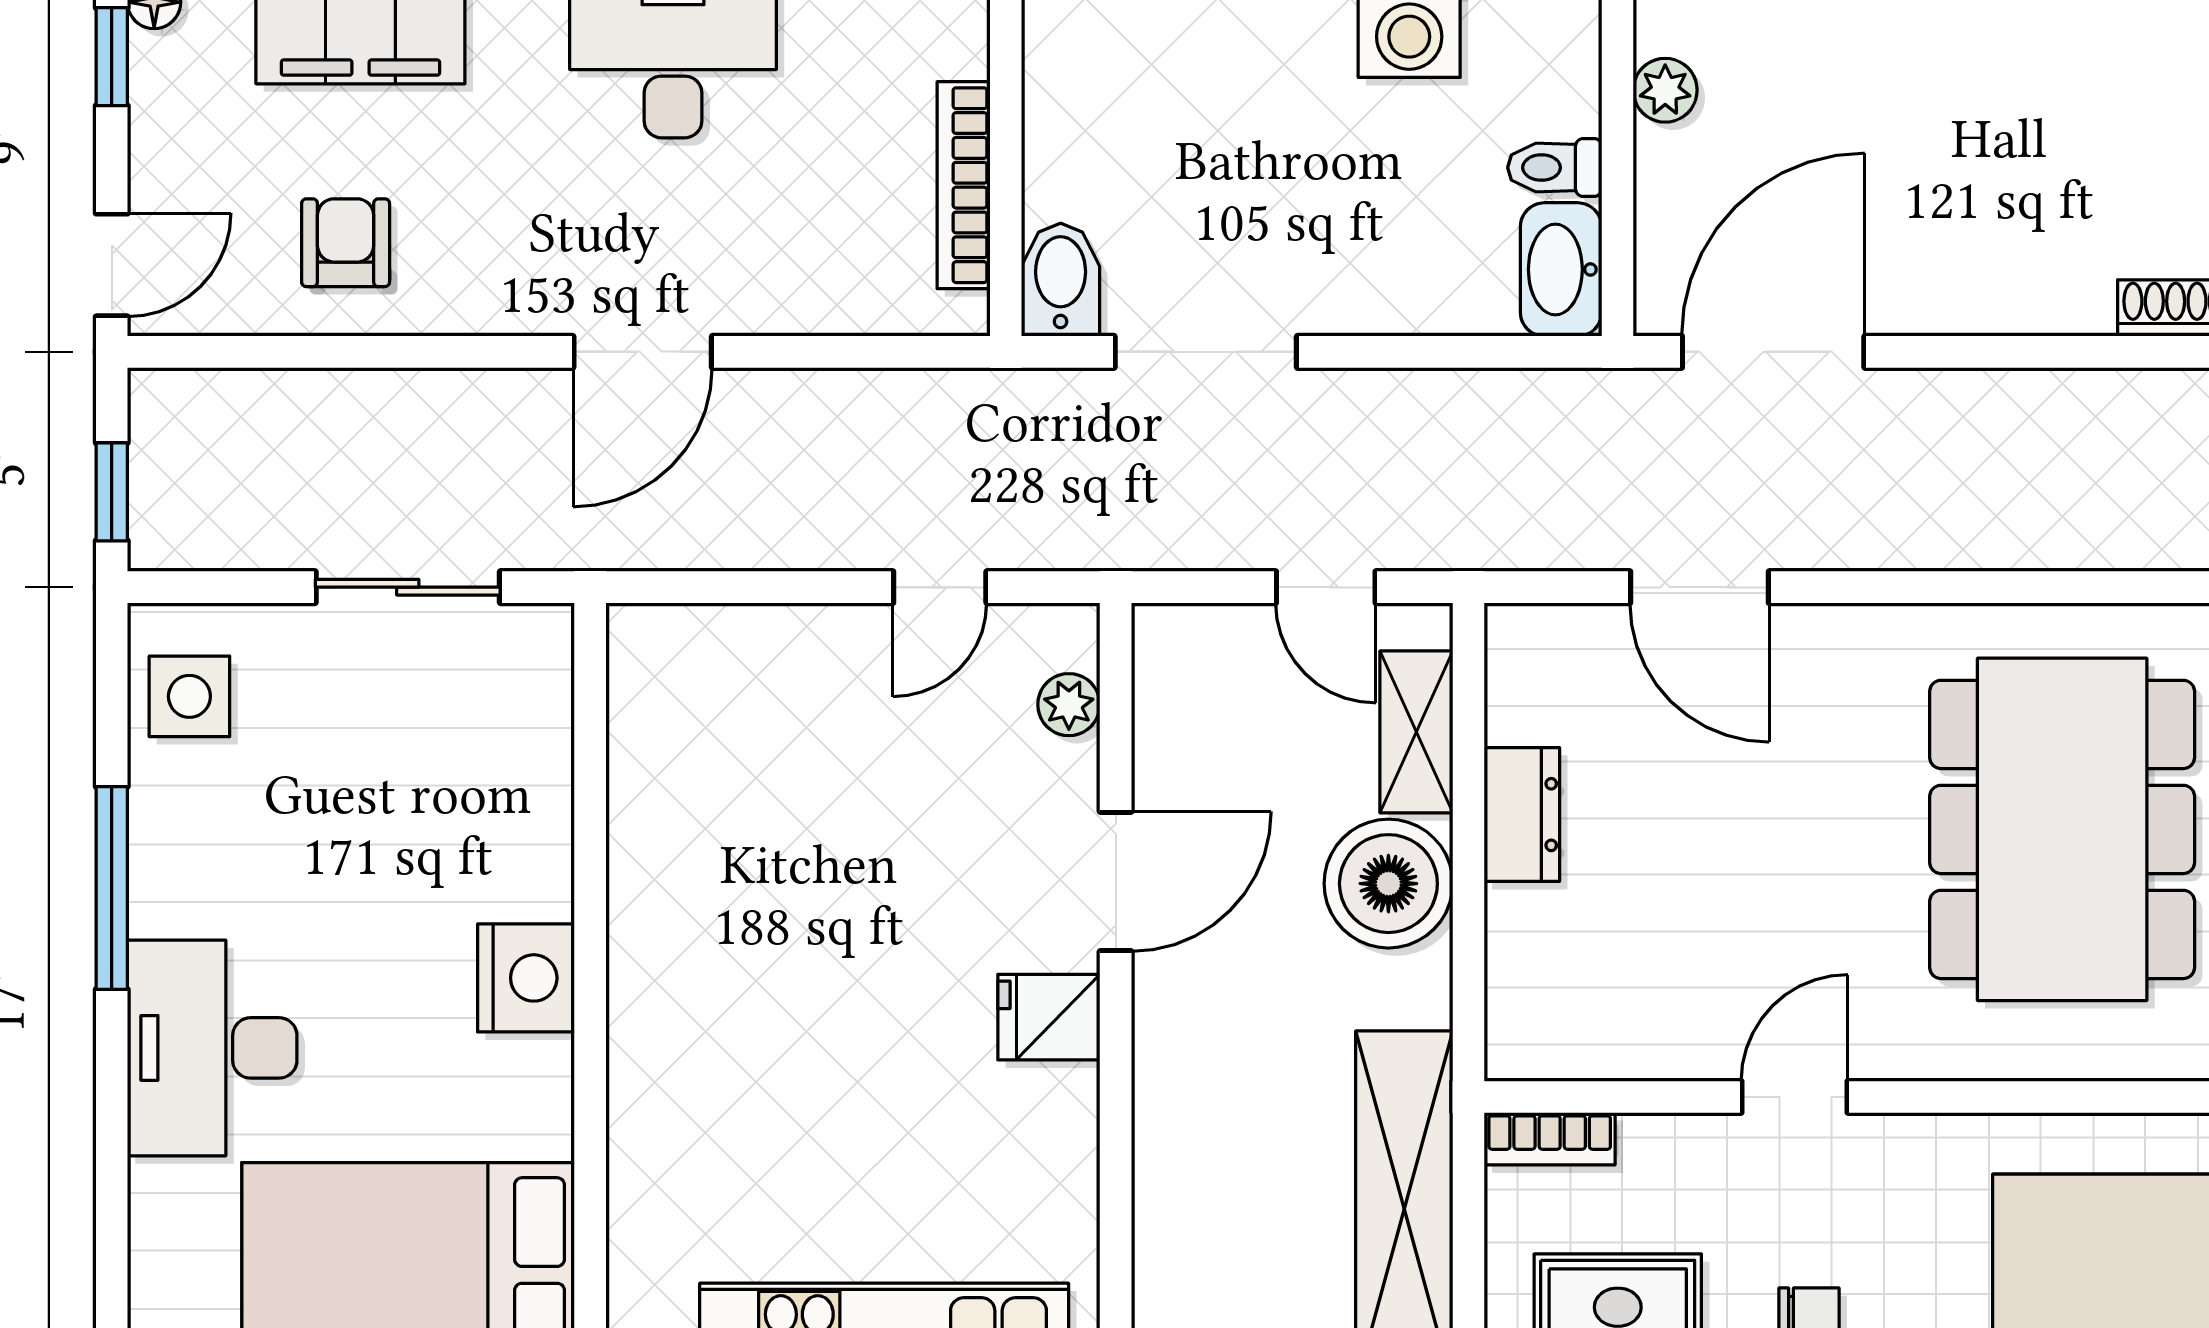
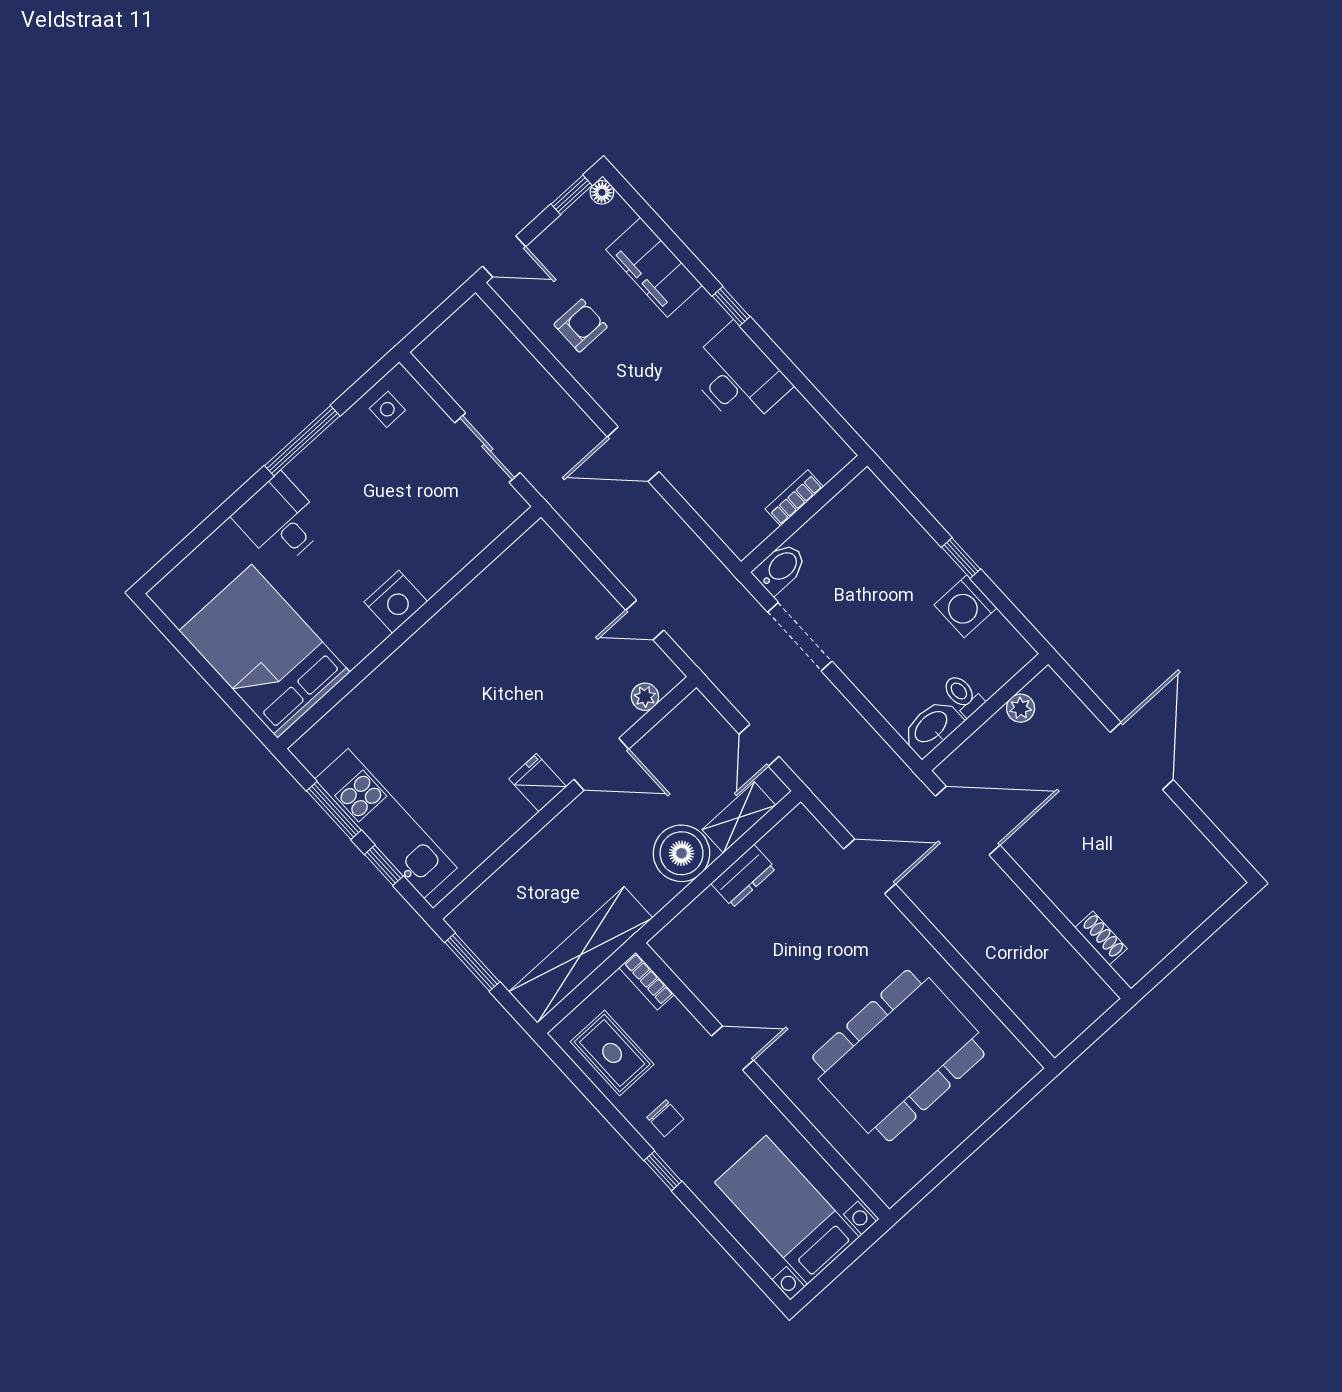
bookcase: (964, 185) -> (794, 498), width x0.64
window: (112, 492) -> (431, 324), removed
door: (1700, 587) -> (870, 866), swing flipped
side table: (189, 696) -> (387, 409), width x0.73, depth x0.73
desk: (212, 1048) -> (280, 521), width x0.73

